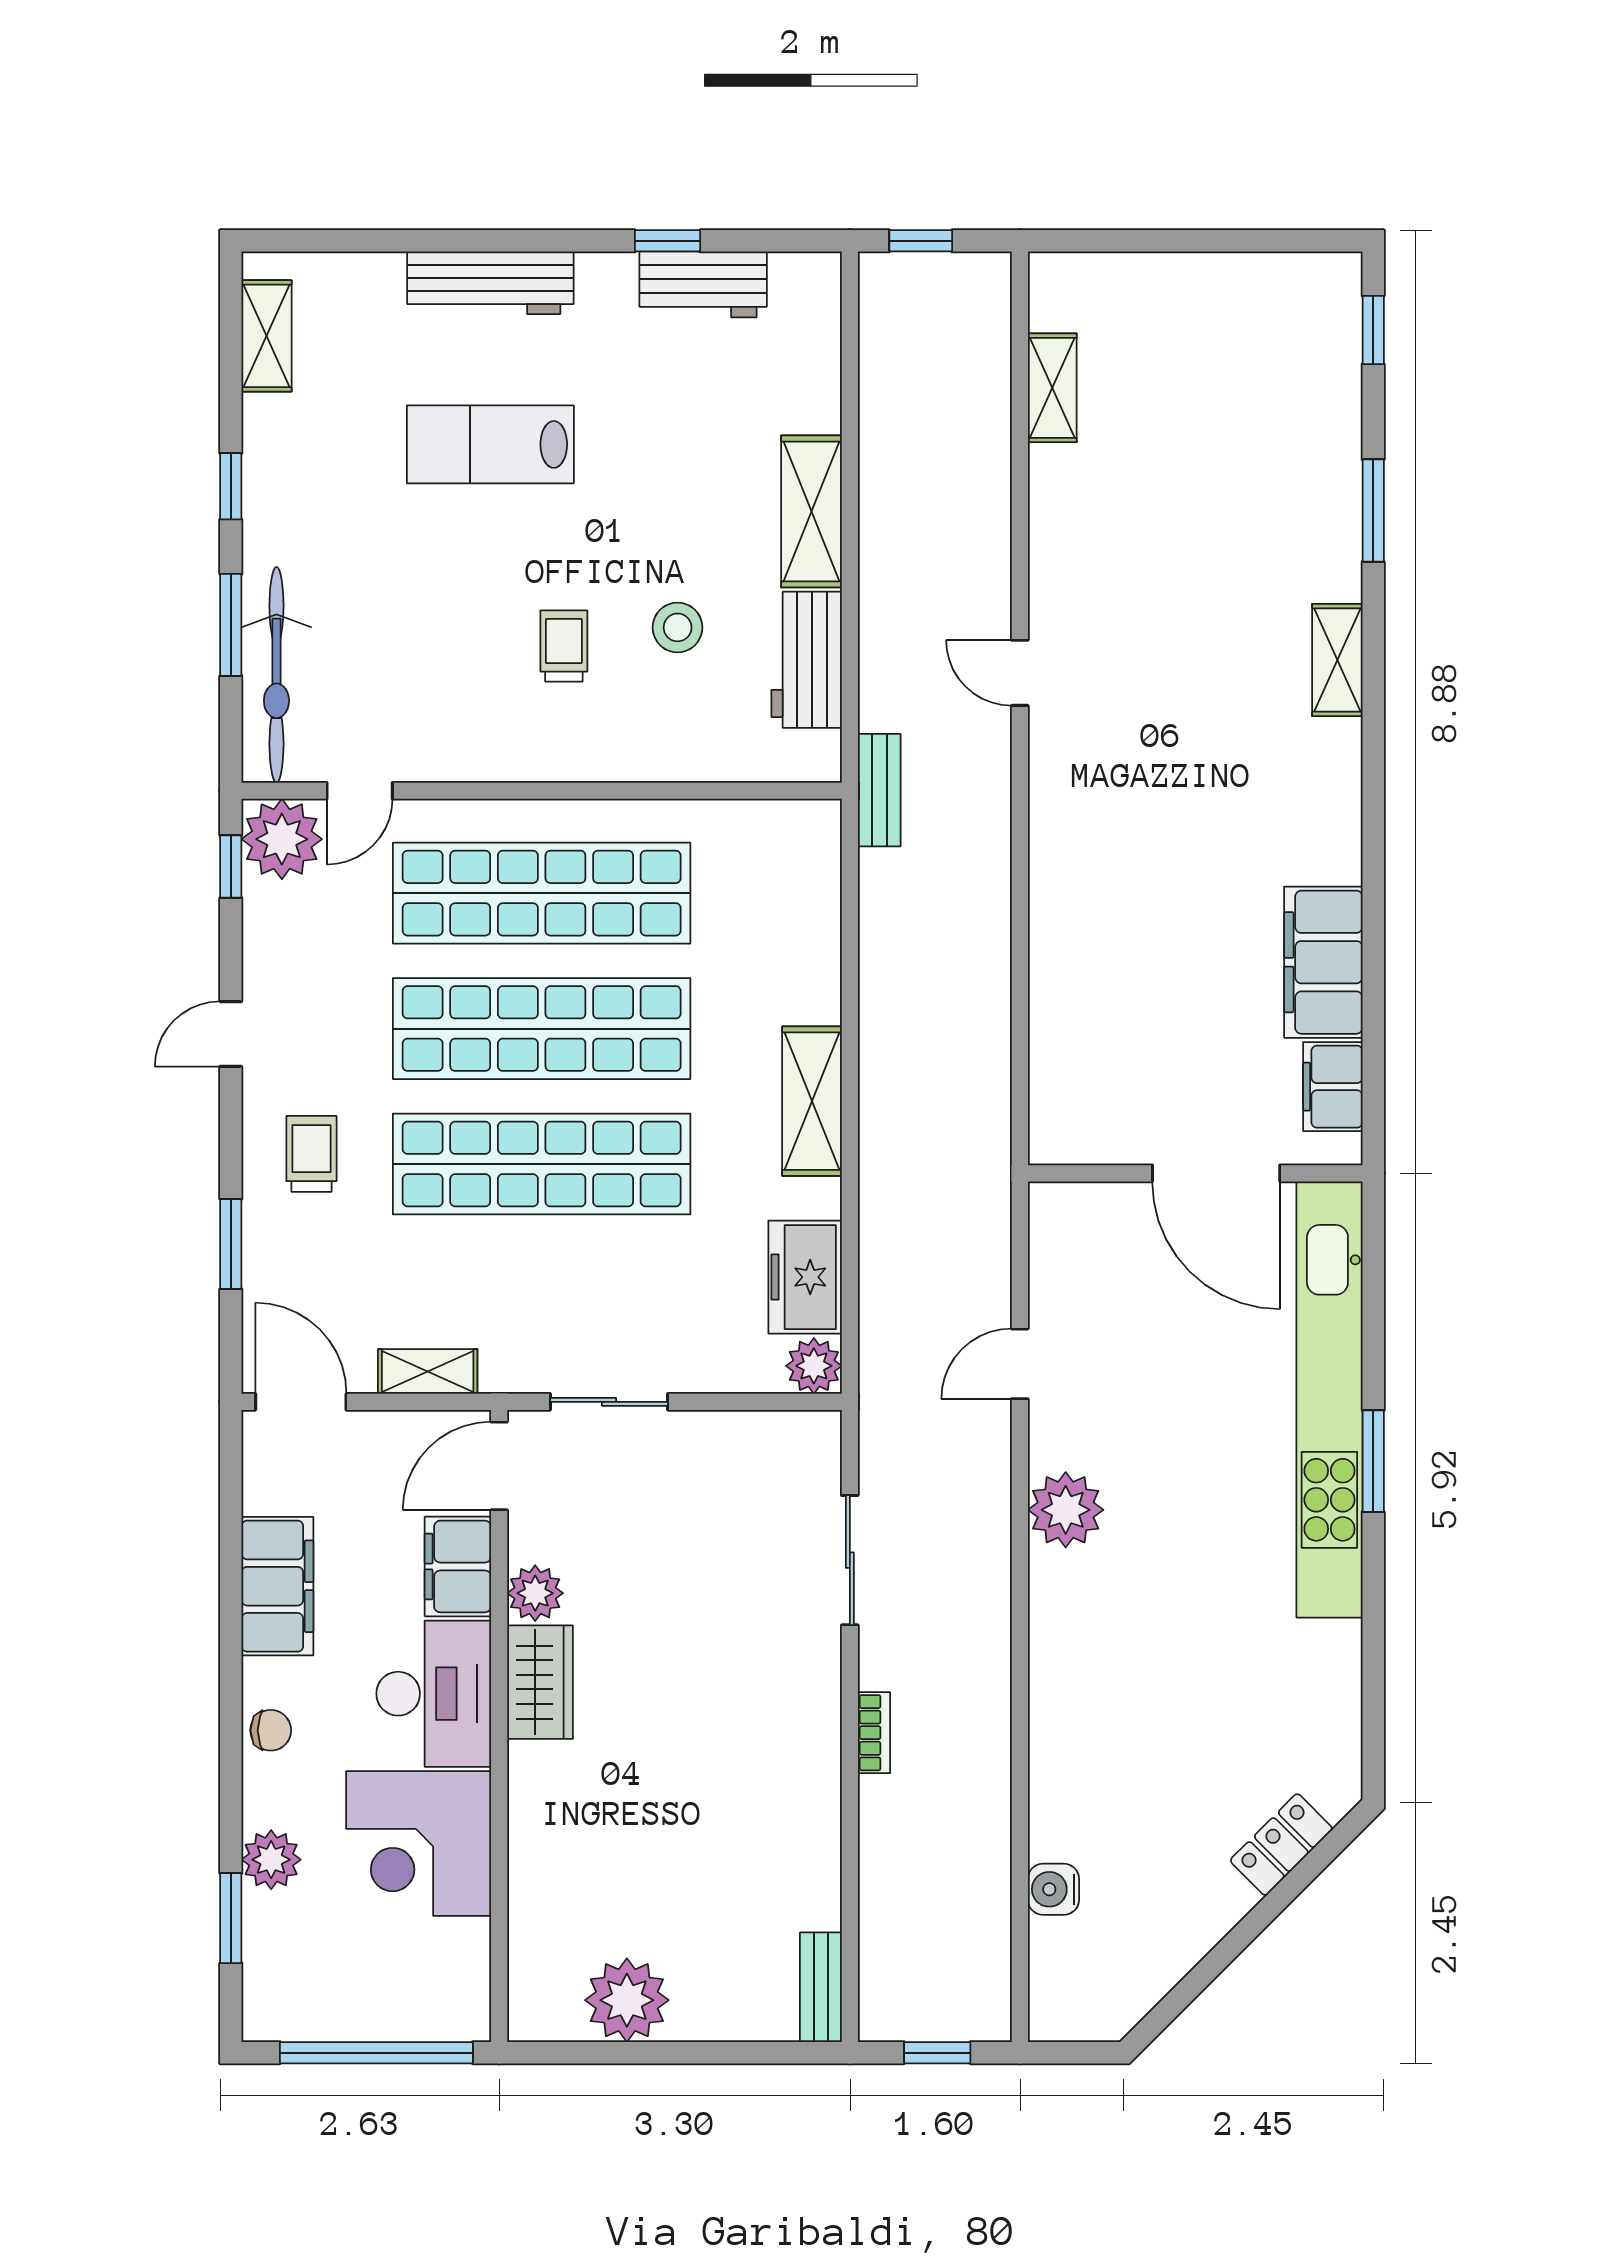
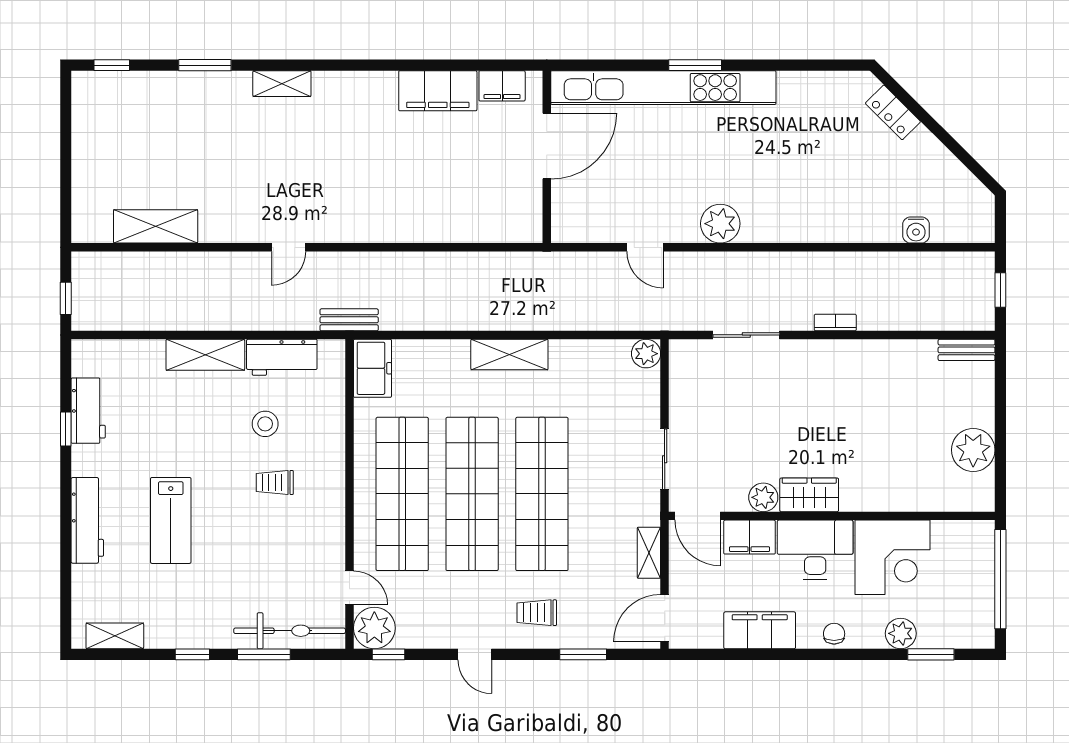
shelving: (1052, 388) -> (156, 226), width x1.50, depth x1.33
freezer: (805, 1277) -> (372, 368), moved, turned -90

